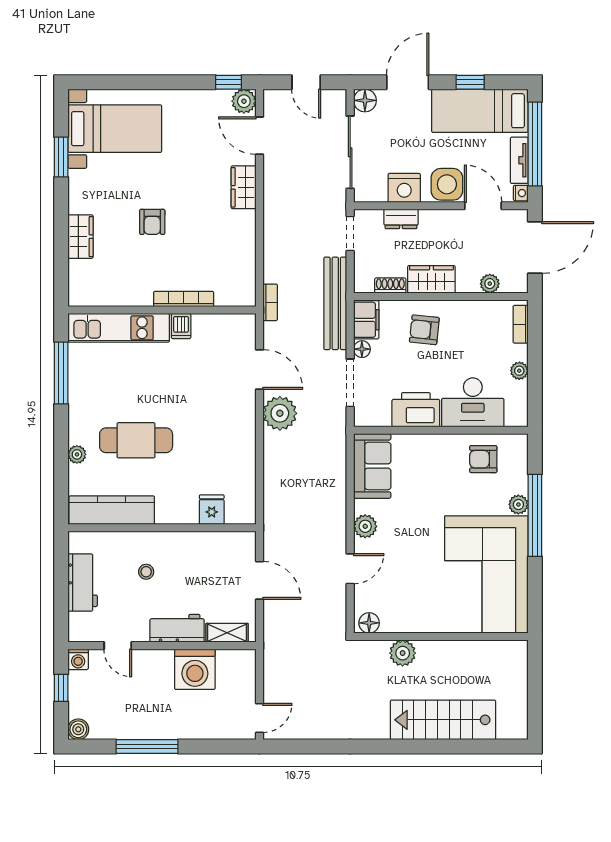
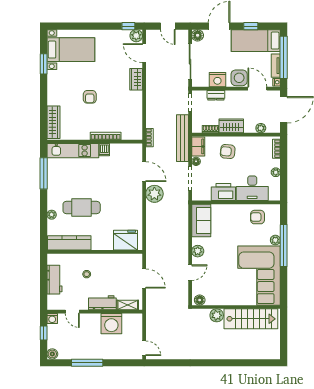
wardrobe: (80, 237) -> (53, 122), moved, width x1.50
fridge: (212, 510) -> (125, 240), width x1.88, depth x1.34
door: (259, 718) -> (144, 348), hinge flipped
stairs: (443, 720) -> (251, 319), moved, turned 180

